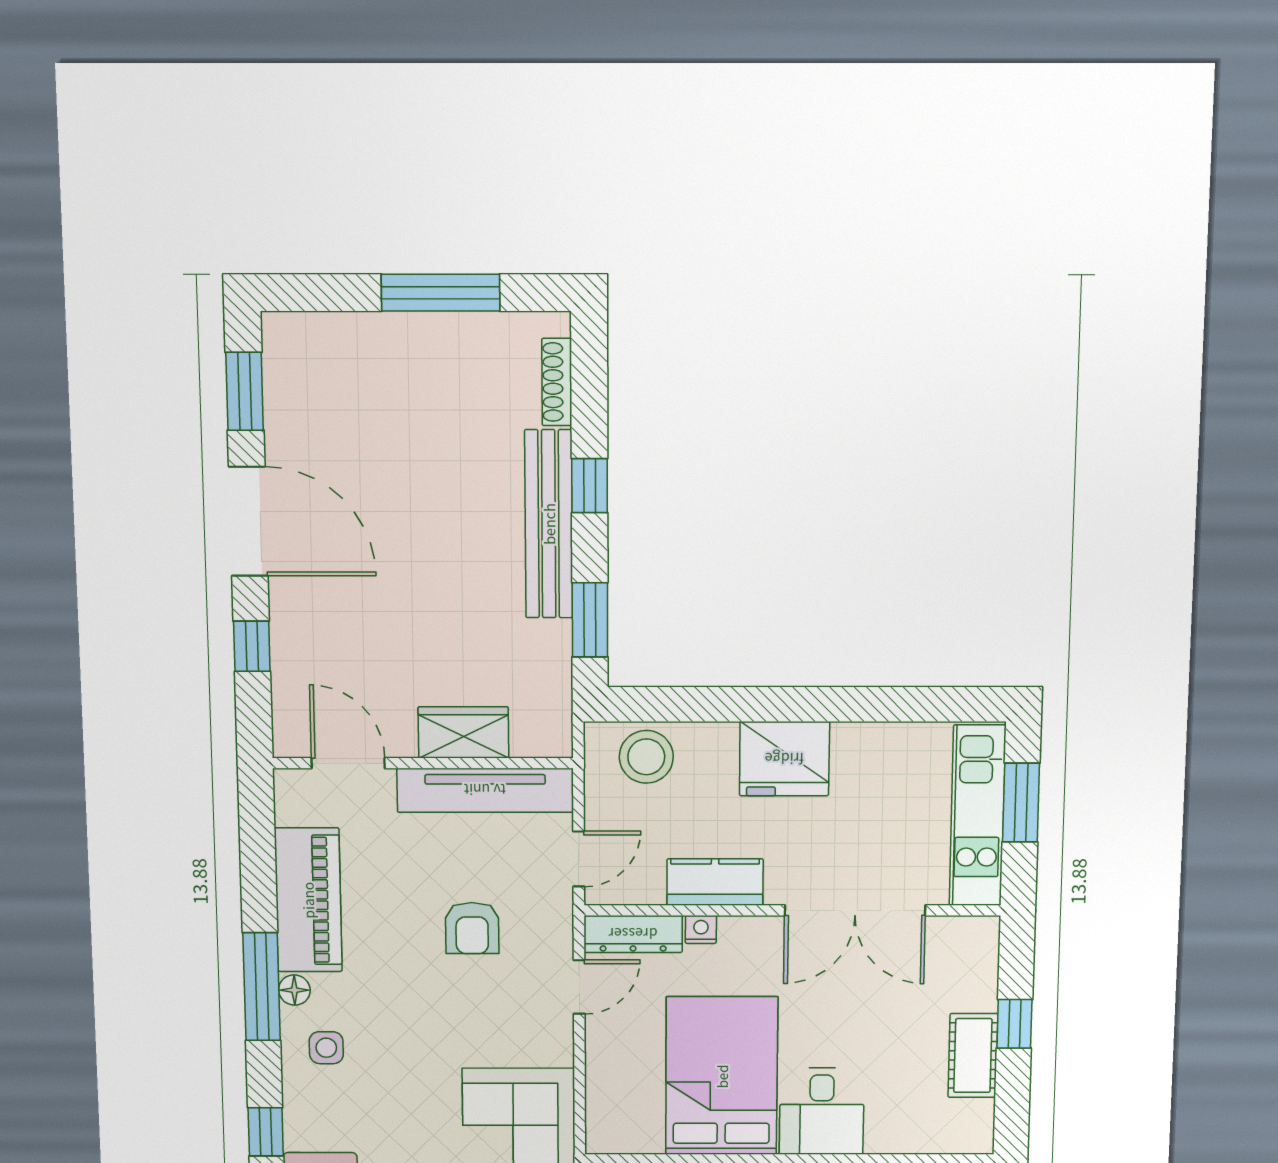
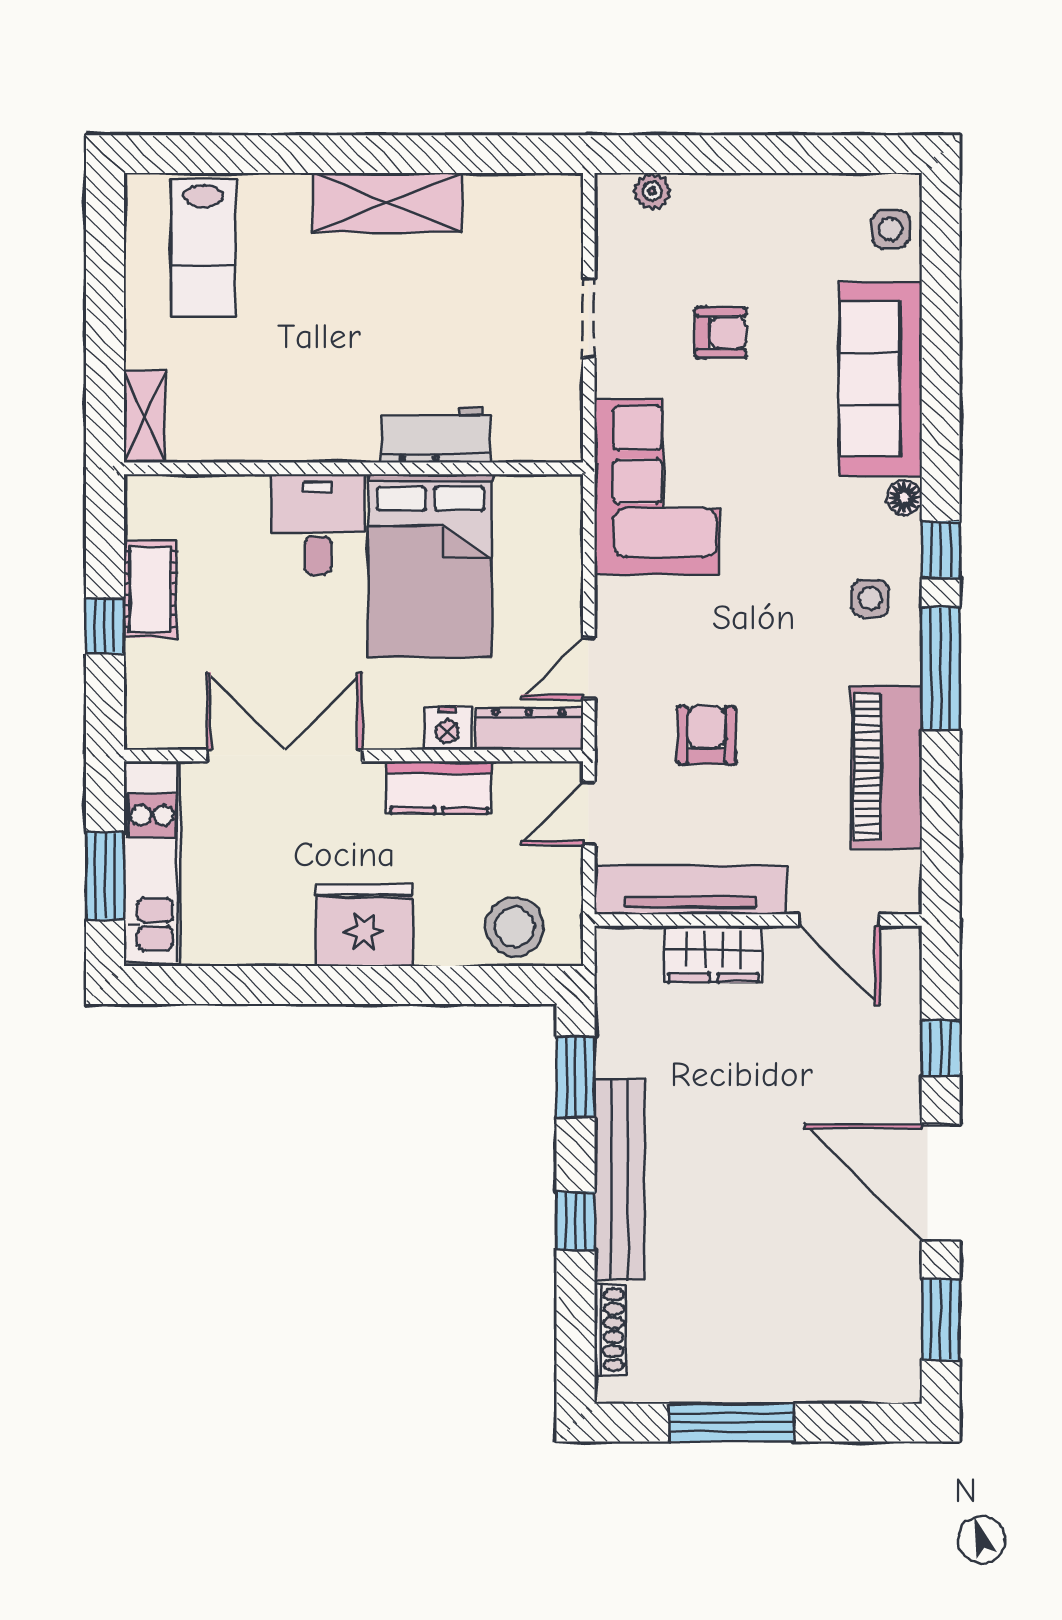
nightstand: (701, 929) -> (448, 728), width x1.39, depth x1.35
floor lamp: (294, 990) -> (904, 498), moved
window: (266, 1132) -> (941, 550), moved

